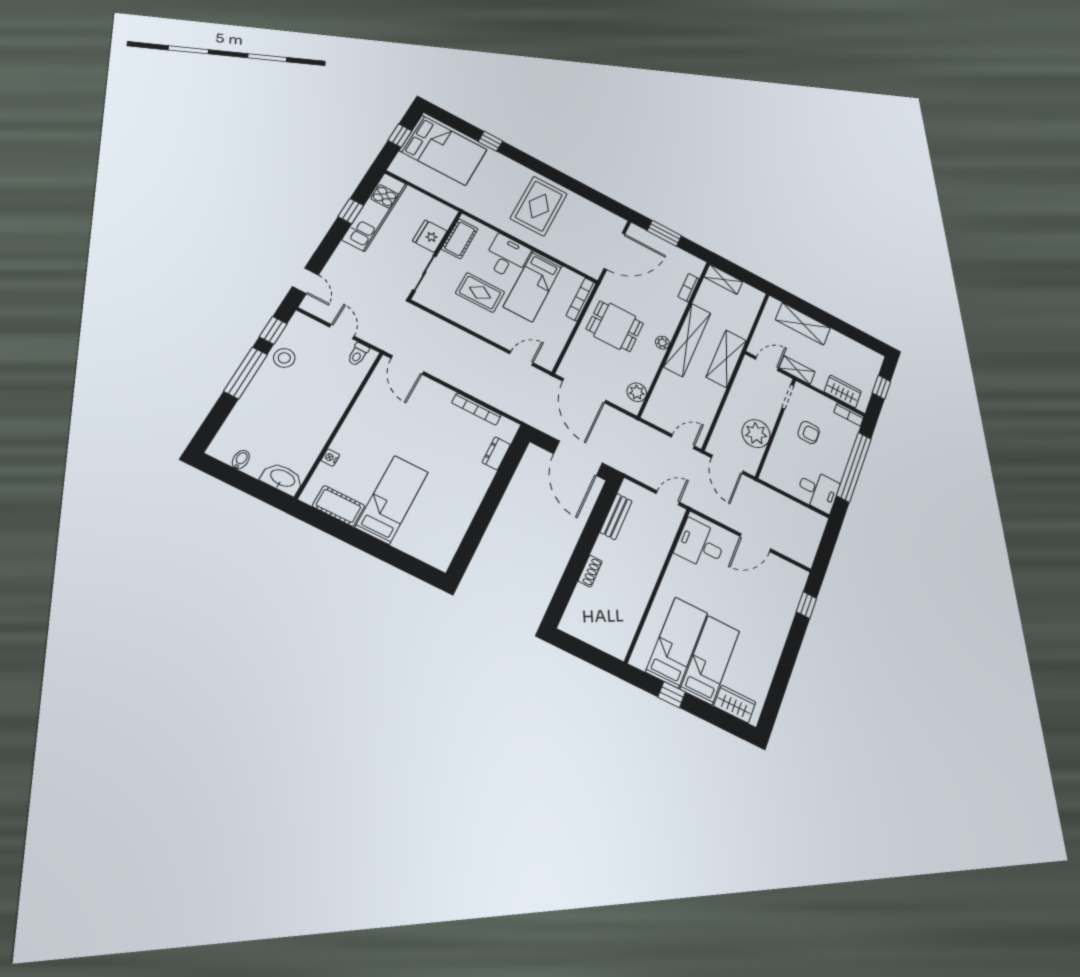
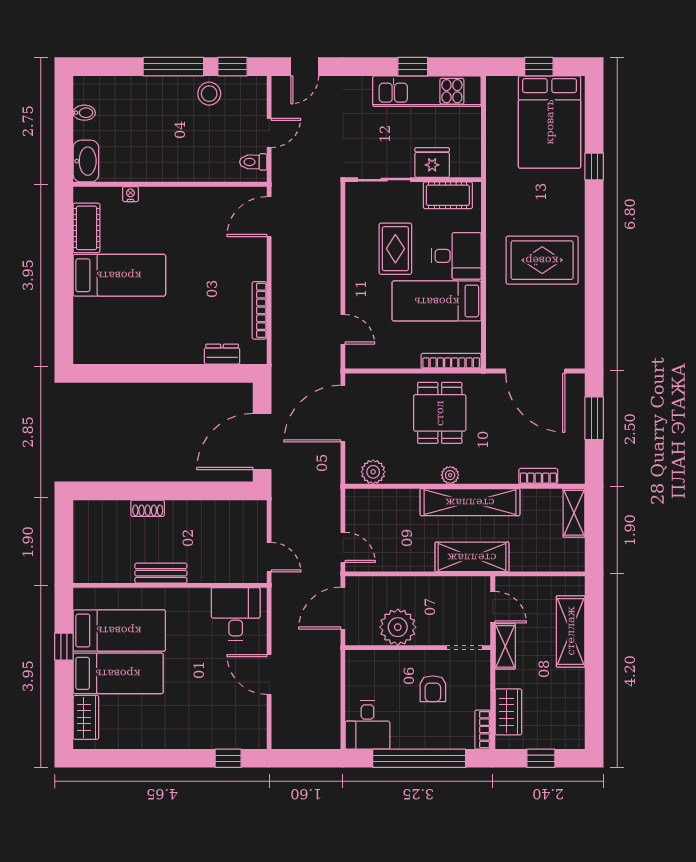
bench: (616, 517) -> (161, 573), moved

